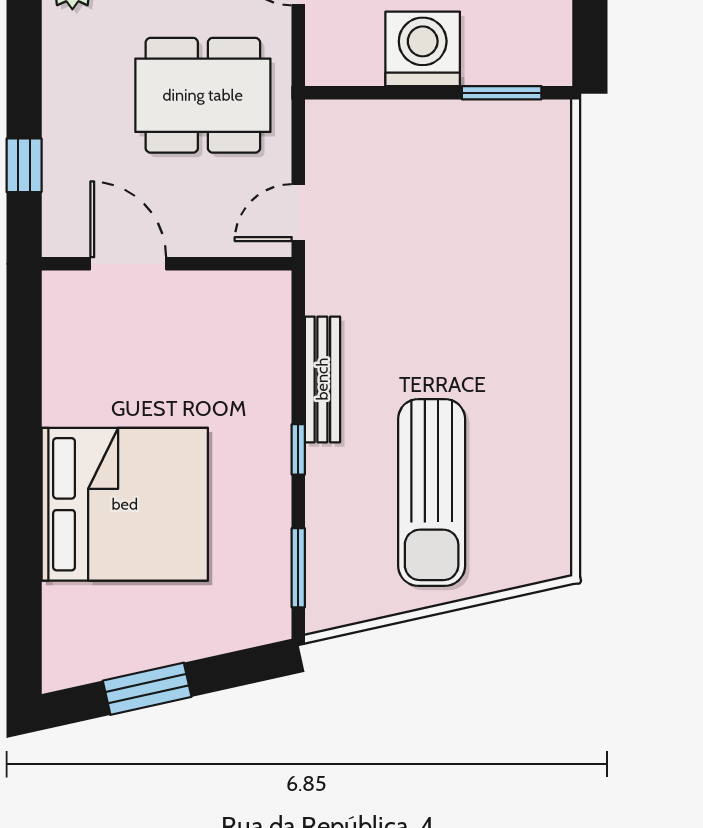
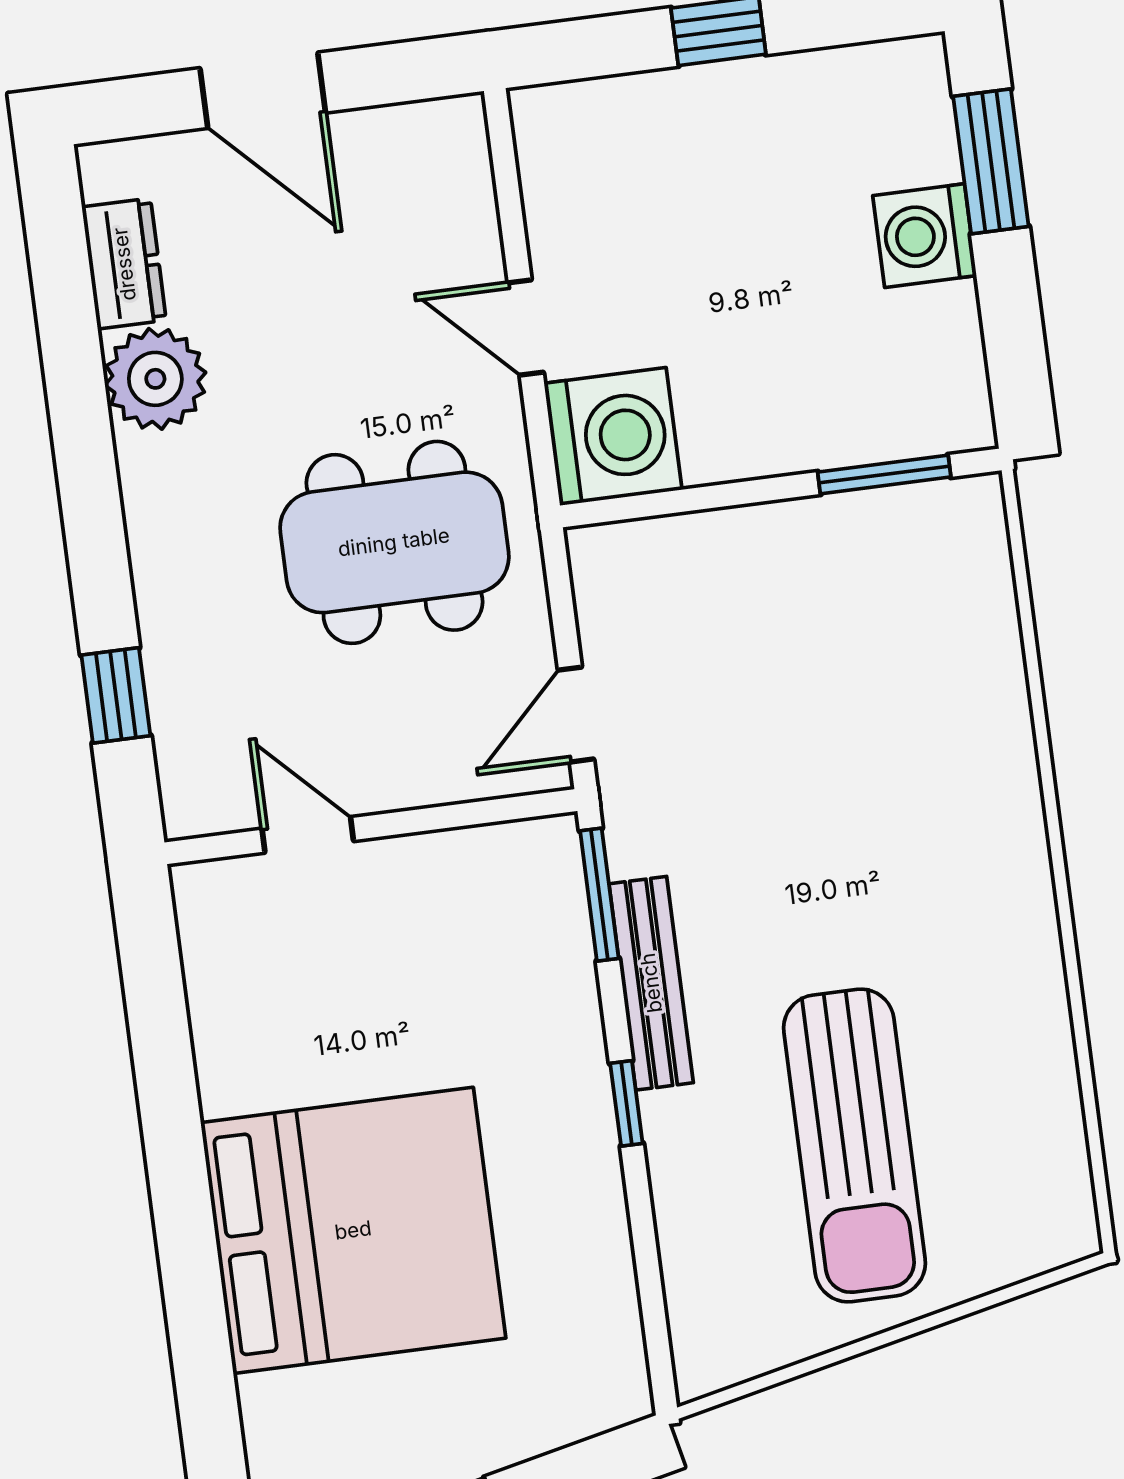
washing machine: (423, 49) -> (613, 437), moved, turned 90
door: (128, 264) -> (308, 835), width x0.73
window: (298, 568) -> (599, 895), moved

